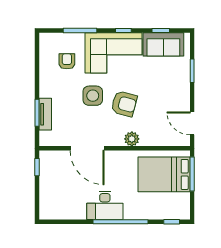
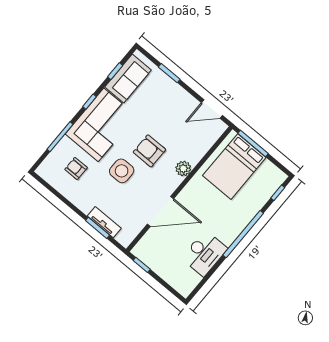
armchair: (124, 104) -> (149, 151), turned -105
desk: (105, 205) -> (204, 253), moved

